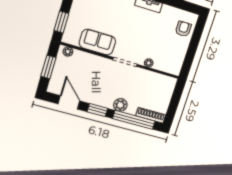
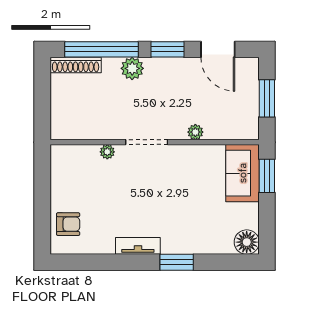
armchair: (183, 29) -> (68, 224), turned -90
sofa: (97, 42) -> (243, 173), moved, turned 90
plant: (68, 52) -> (195, 132), moved

